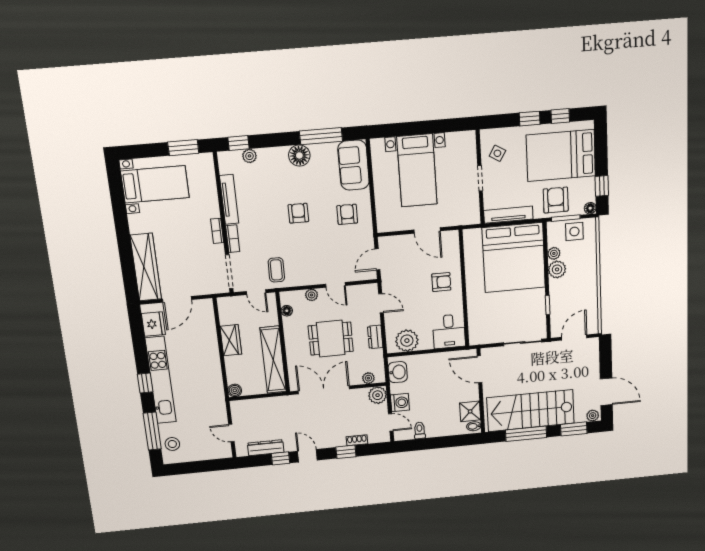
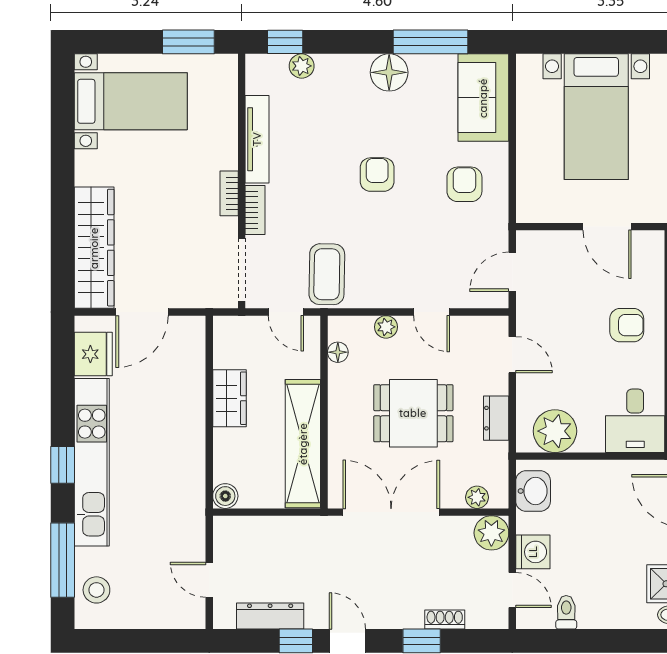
coffee table: (276, 270) -> (327, 274), width x1.36, depth x1.30

